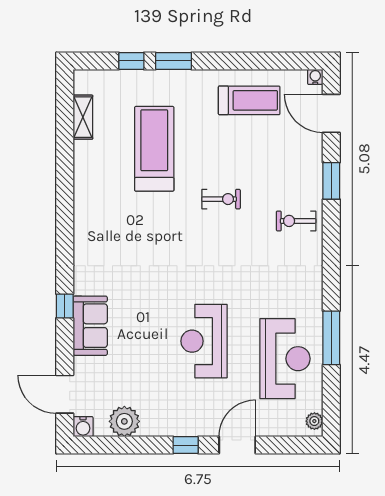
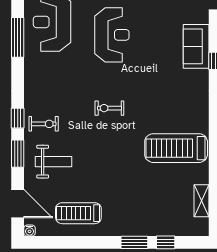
treadmill: (154, 149) -> (176, 148), moved, turned 90
weight bench: (283, 170) -> (53, 162), added
exercise bike: (221, 199) -> (109, 108), moved
window: (331, 229) -> (18, 118), added

